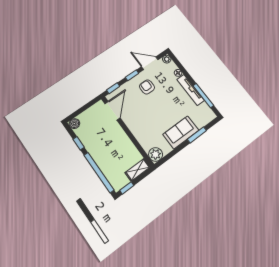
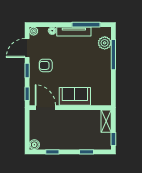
sofa: (181, 132) -> (75, 96), moved, turned 90
window: (197, 135) -> (113, 55), width x1.44
plant: (156, 154) -> (105, 43), moved
window: (99, 172) -> (86, 152), width x0.32

